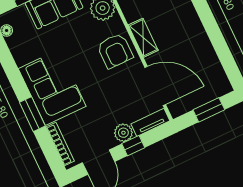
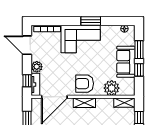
window: (32, 114) -> (91, 21), moved
window: (133, 146) -> (27, 81), moved

